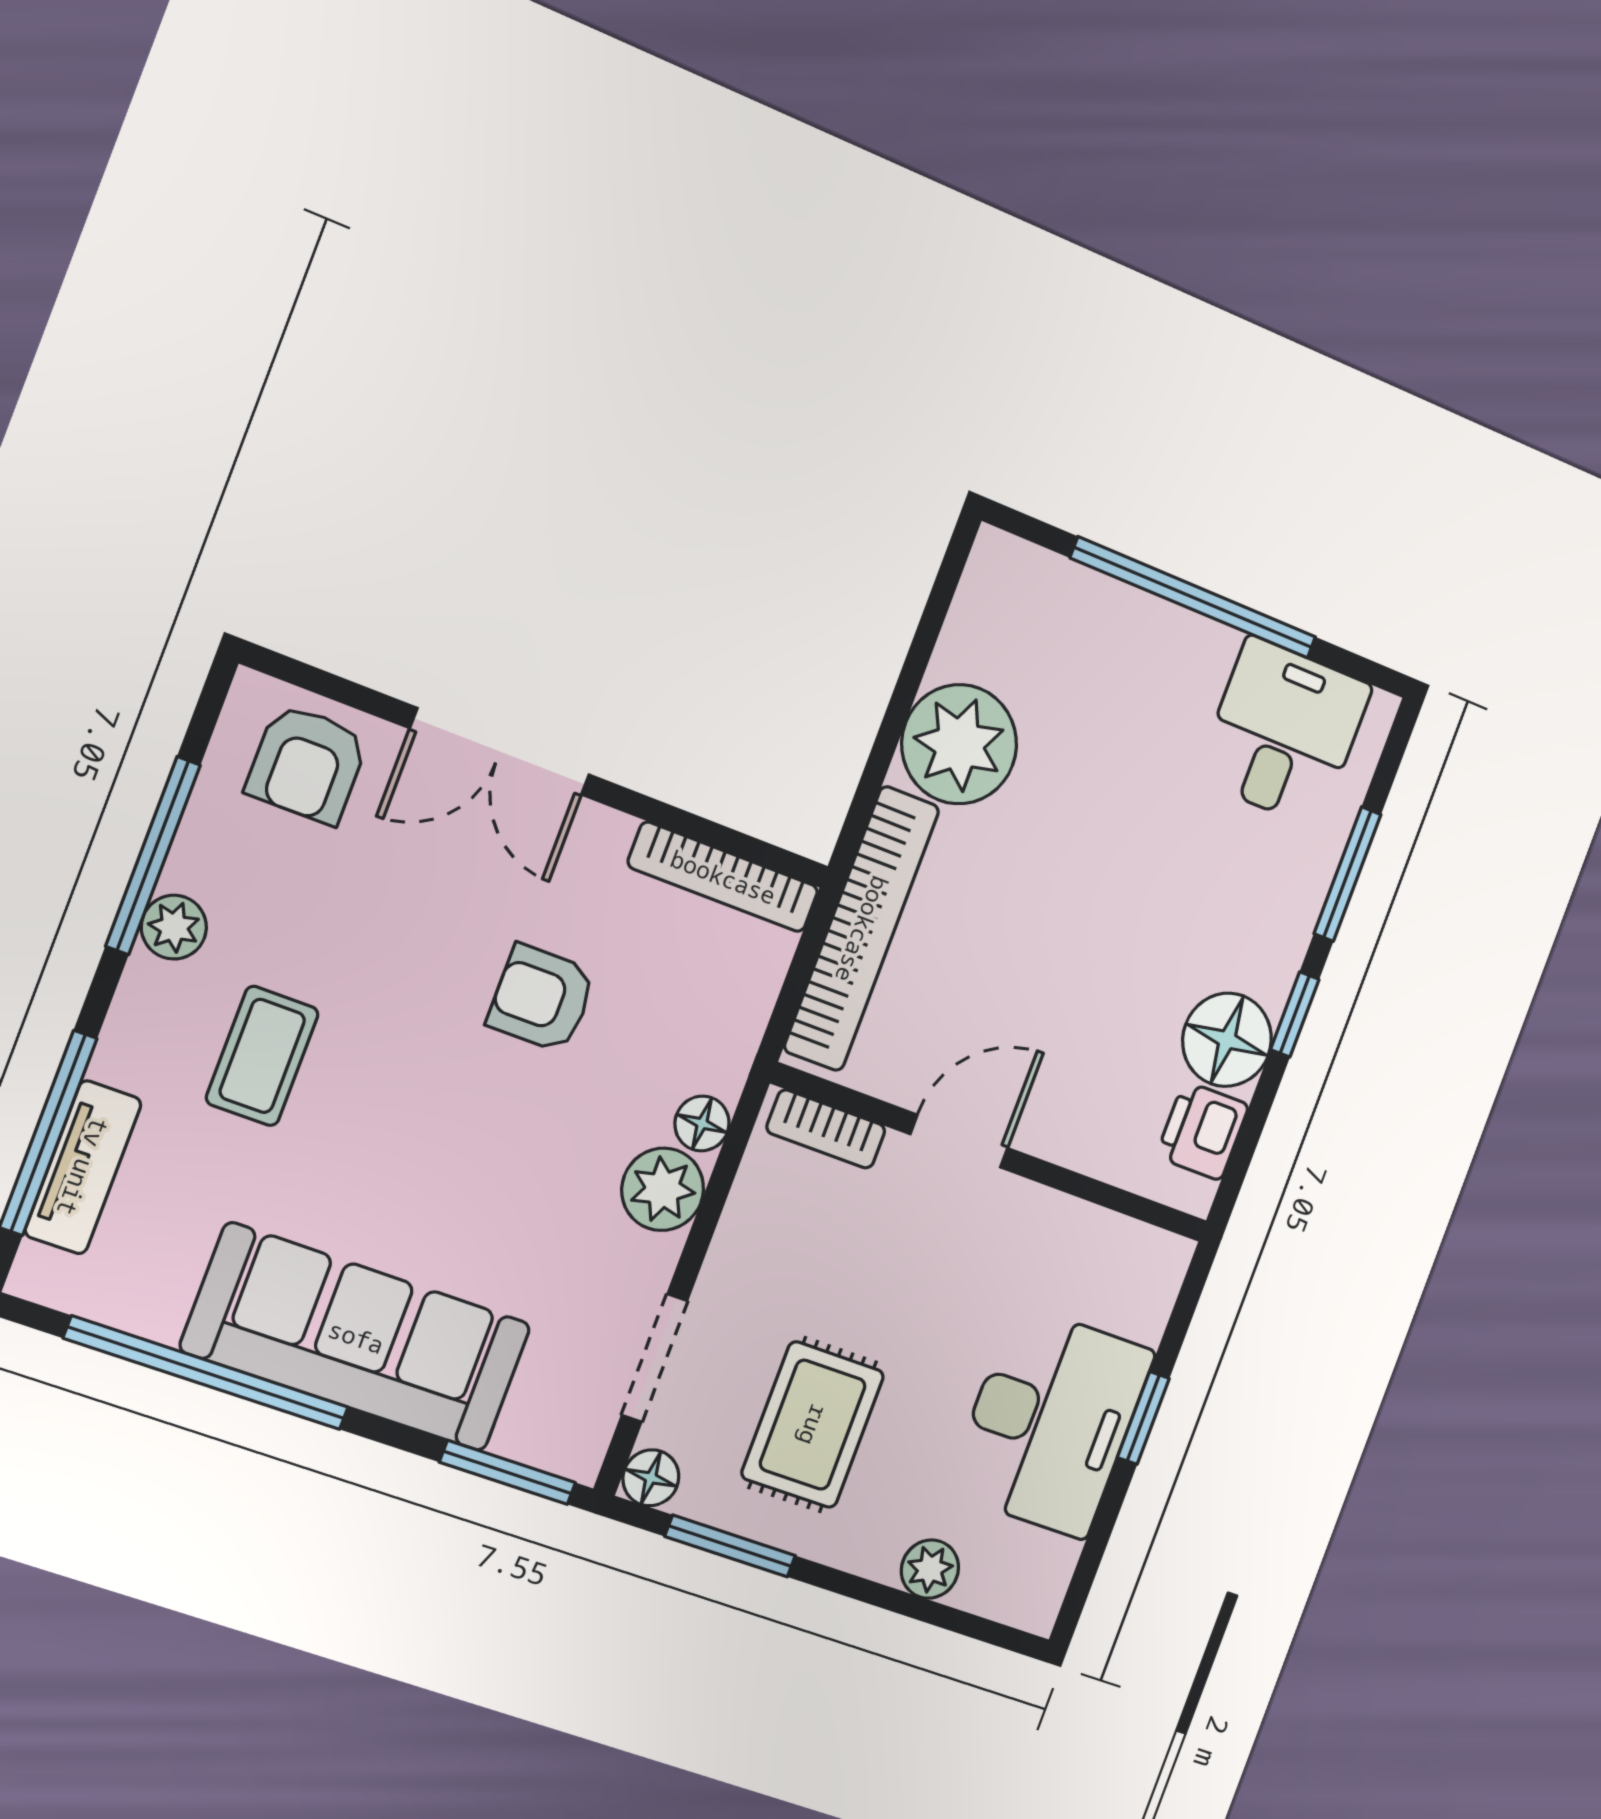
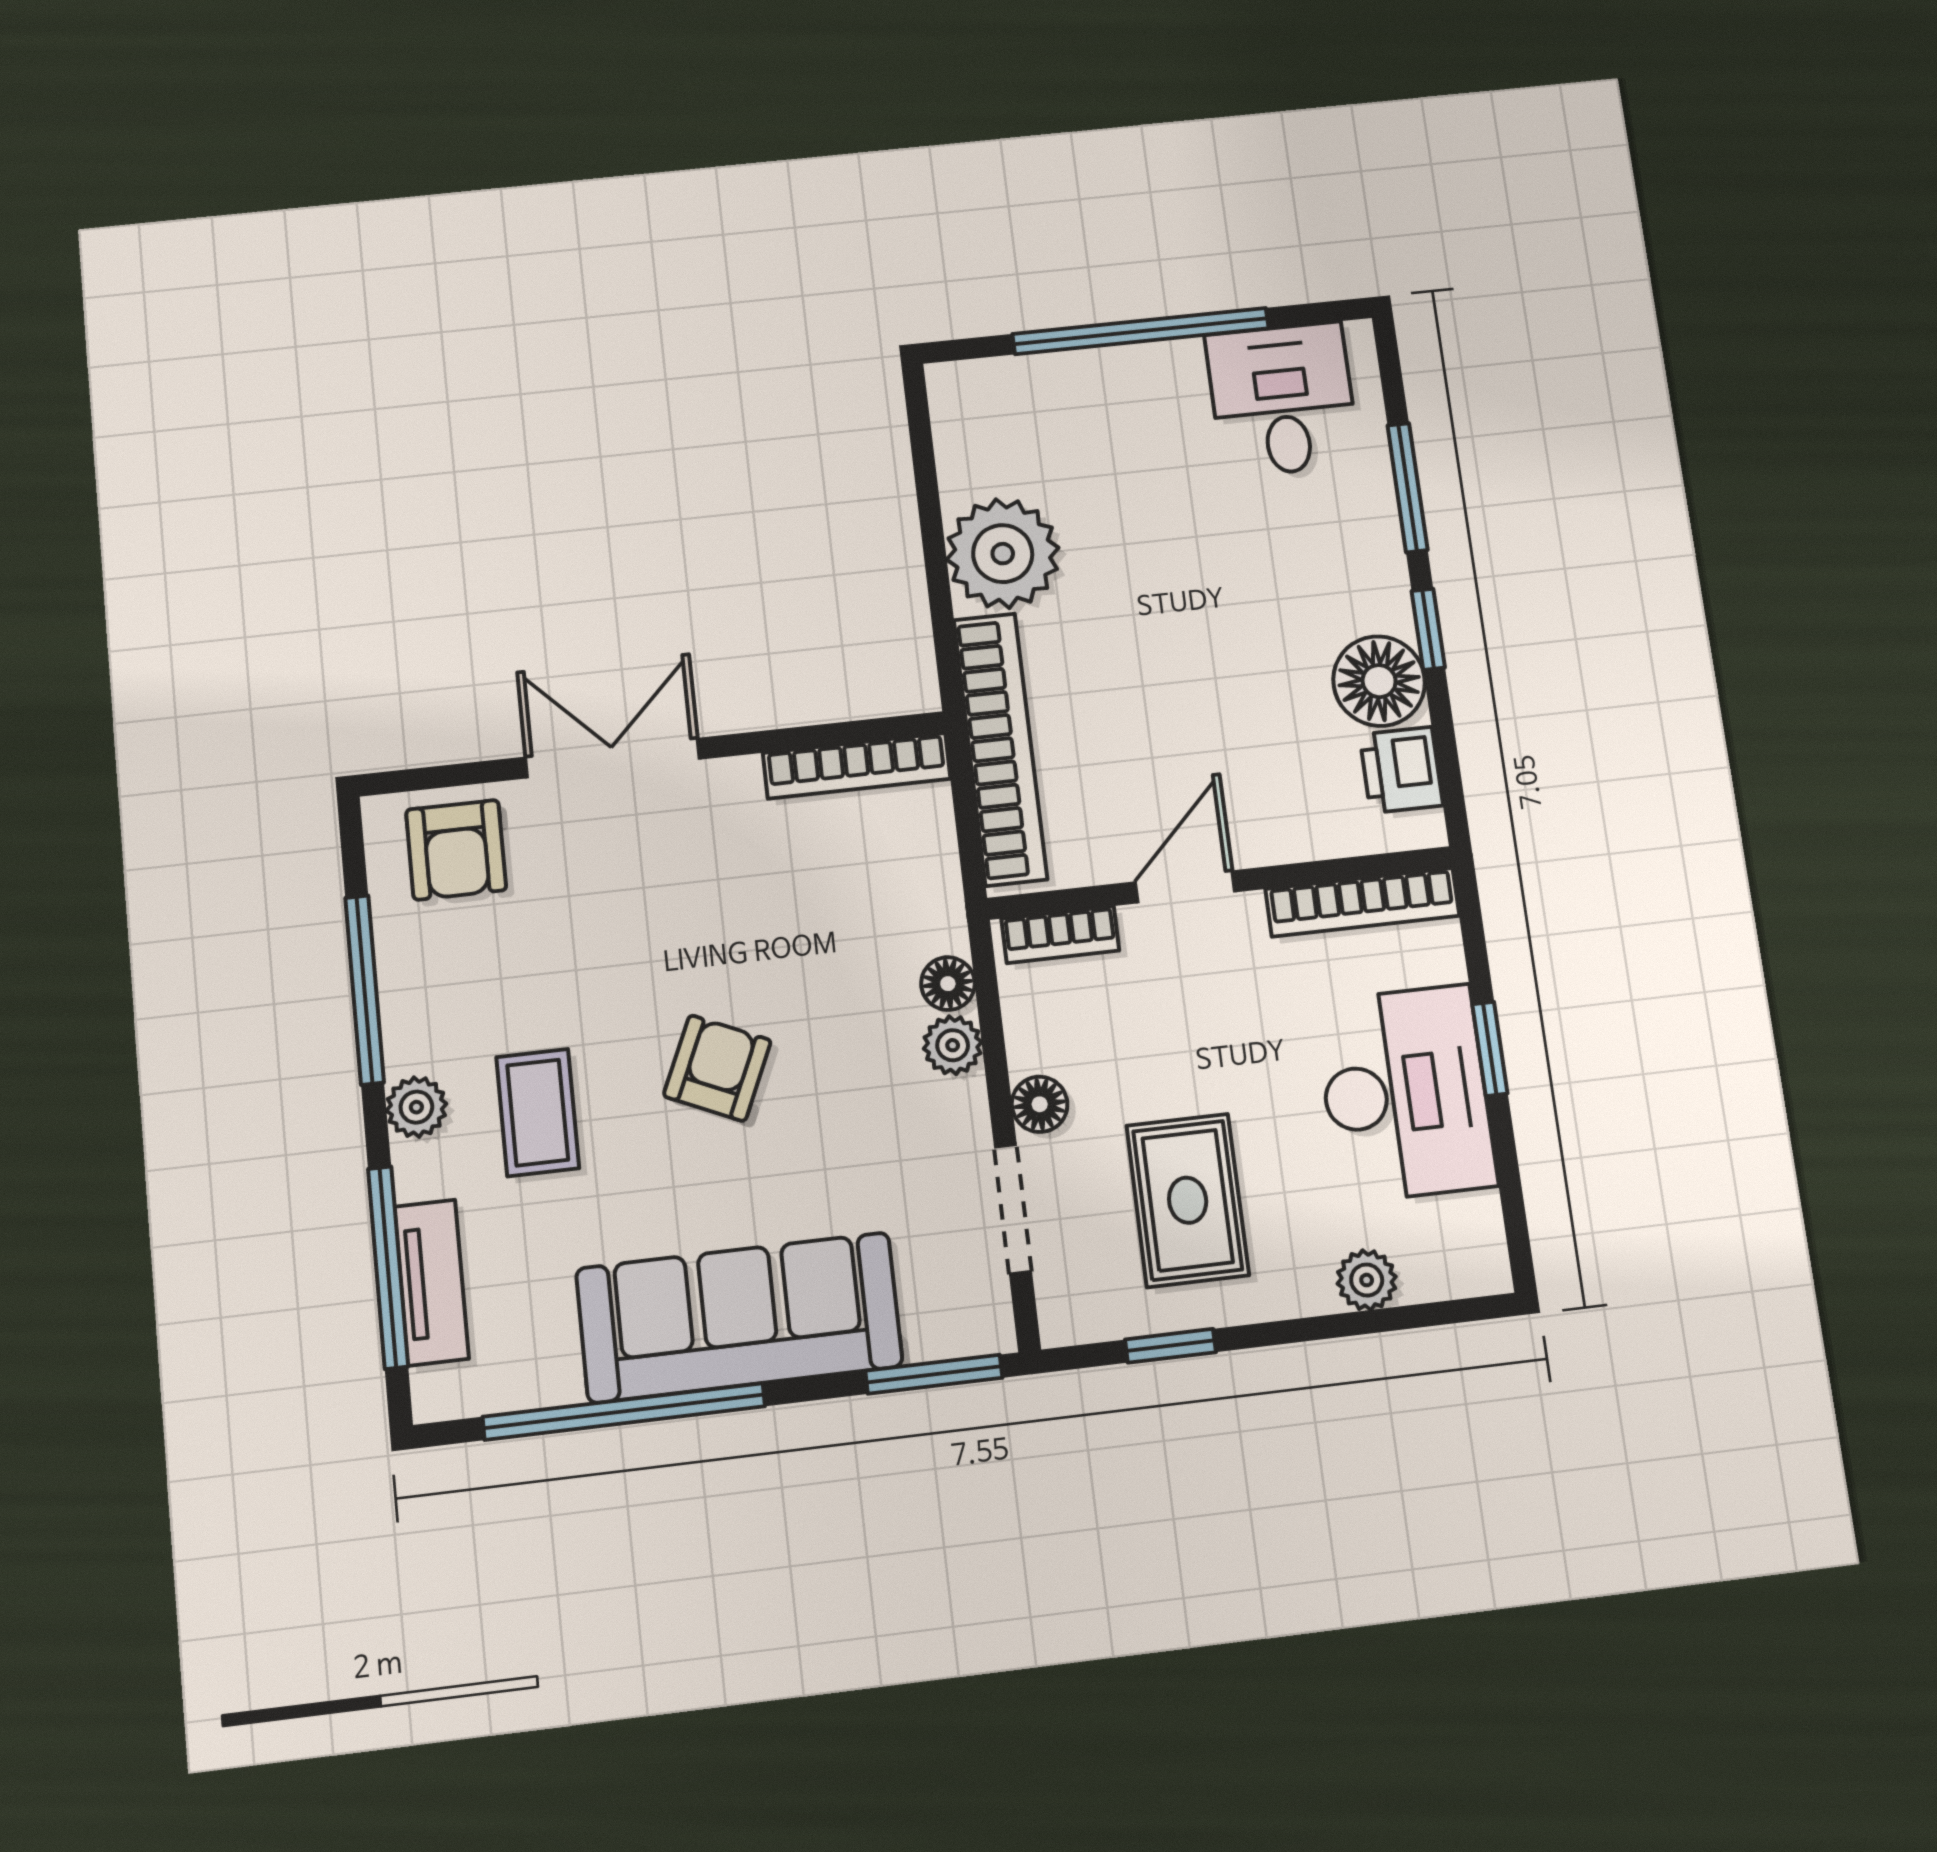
double door: (500, 752) -> (613, 758), swing flipped
plant: (174, 927) -> (416, 1107), moved
armchair: (542, 998) -> (717, 1068), moved, turned 114
plant: (663, 1189) -> (953, 1045), width x0.73, depth x0.73
bookcase: (1105, 1233) -> (1362, 902), added
floor lamp: (651, 1478) -> (1040, 1104), moved
window: (730, 1546) -> (1170, 1346), width x0.67

